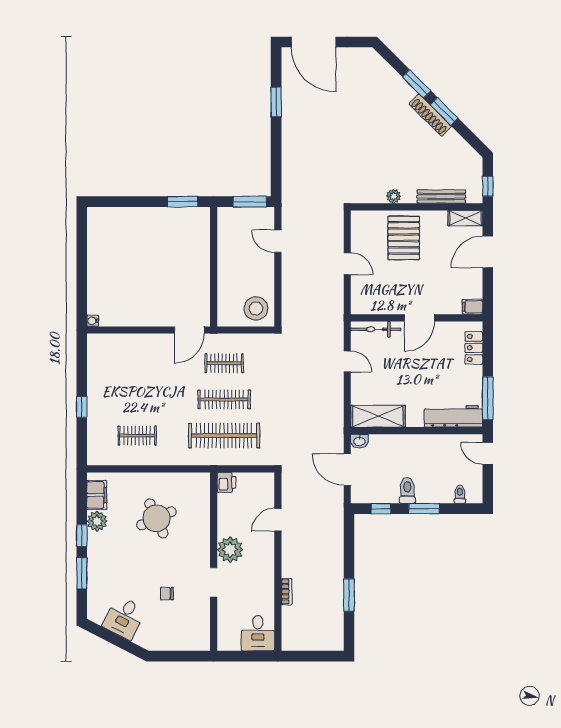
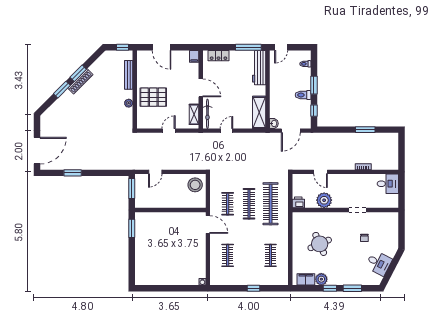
shelving: (465, 218) -> (194, 114), moved
clothes rail: (137, 363) -> (228, 255), added
plant: (230, 550) -> (324, 200), moved

